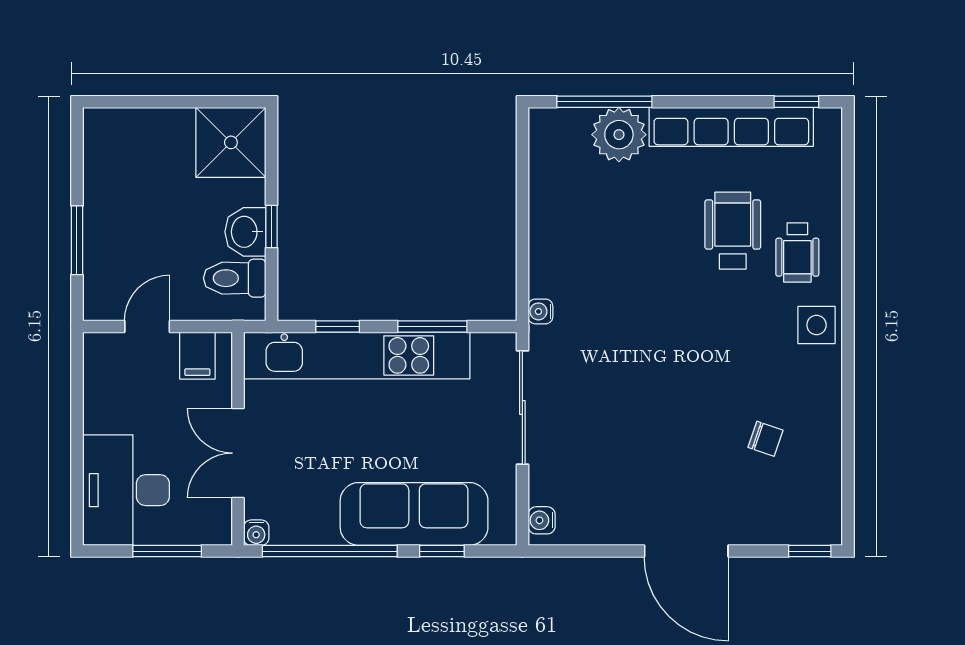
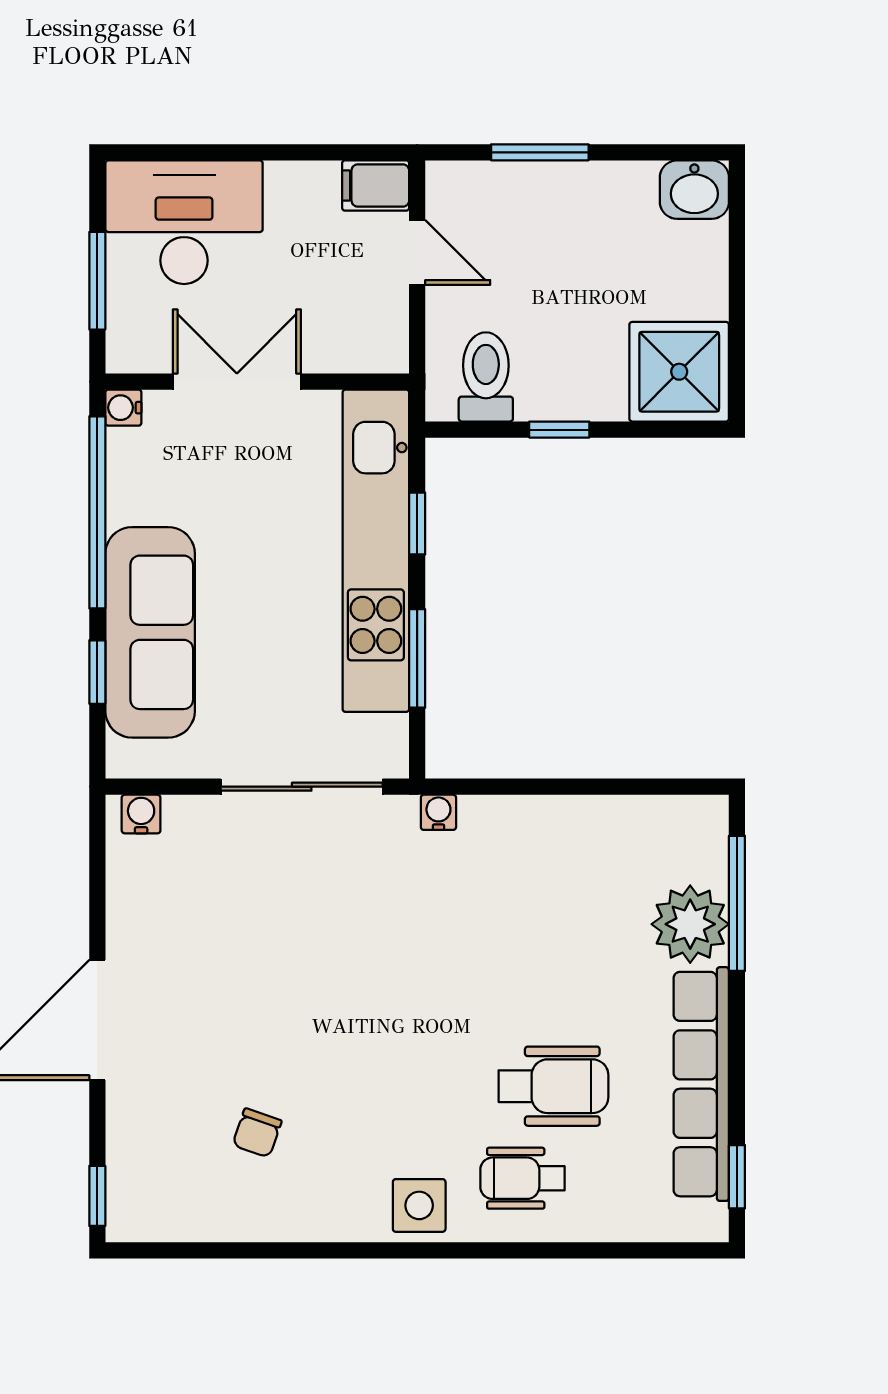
washbasin: (245, 232) -> (694, 190), moved, turned 180
filing cabinet: (197, 356) -> (376, 186), moved

